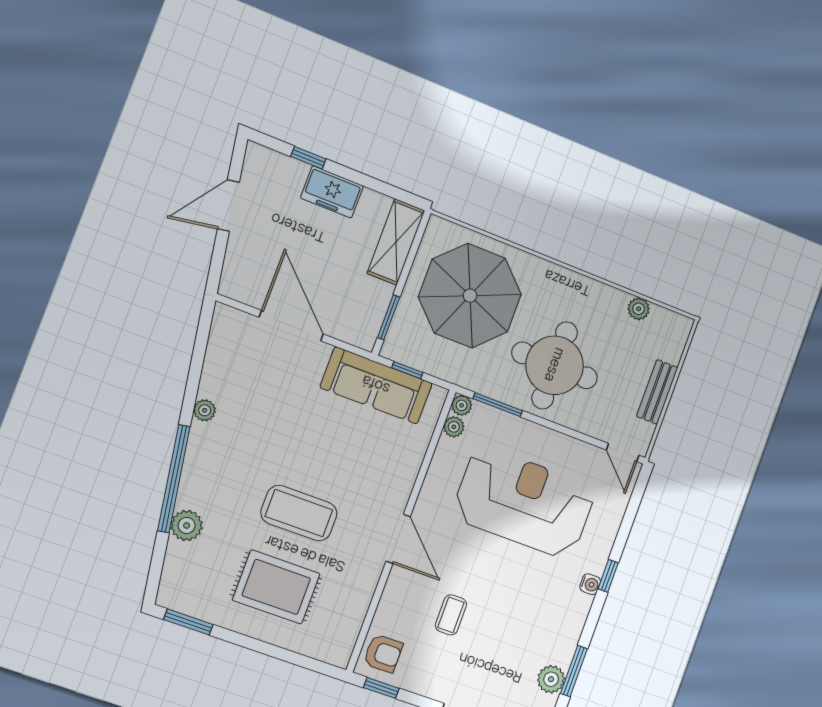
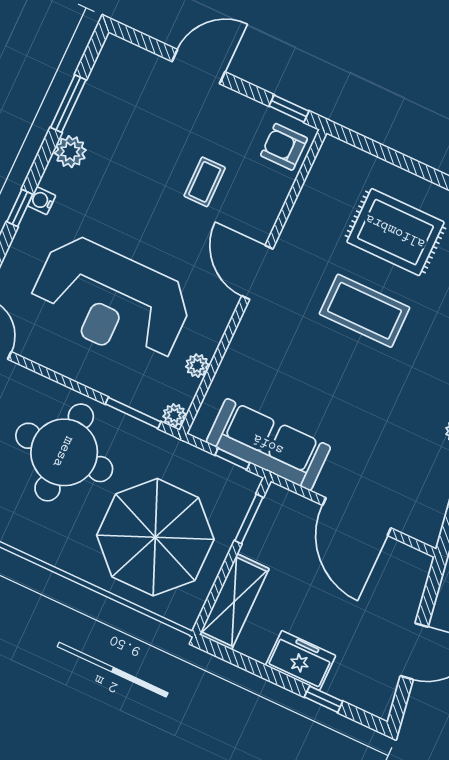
plant: (454, 427) -> (197, 366), moved
plant: (551, 679) -> (70, 152), moved

